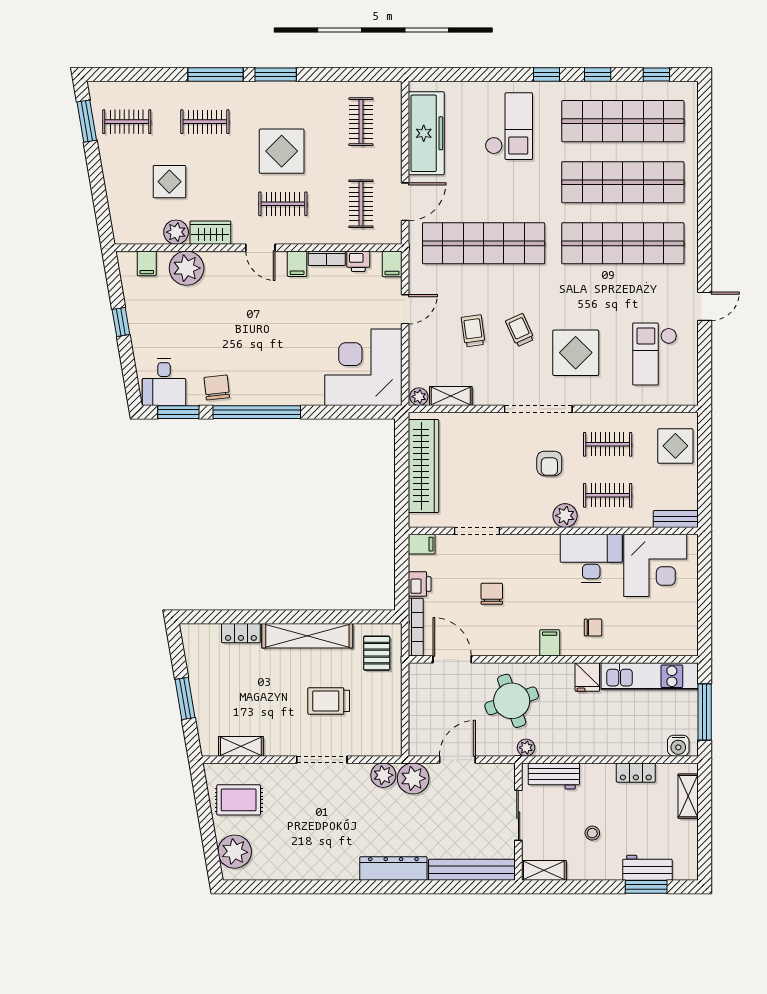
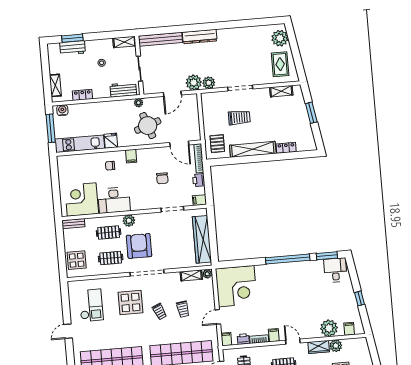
chair: (217, 387) -> (309, 270), removed
armchair: (549, 463) -> (139, 246), width x1.88, depth x1.88
rug: (239, 800) -> (280, 64), turned 90

